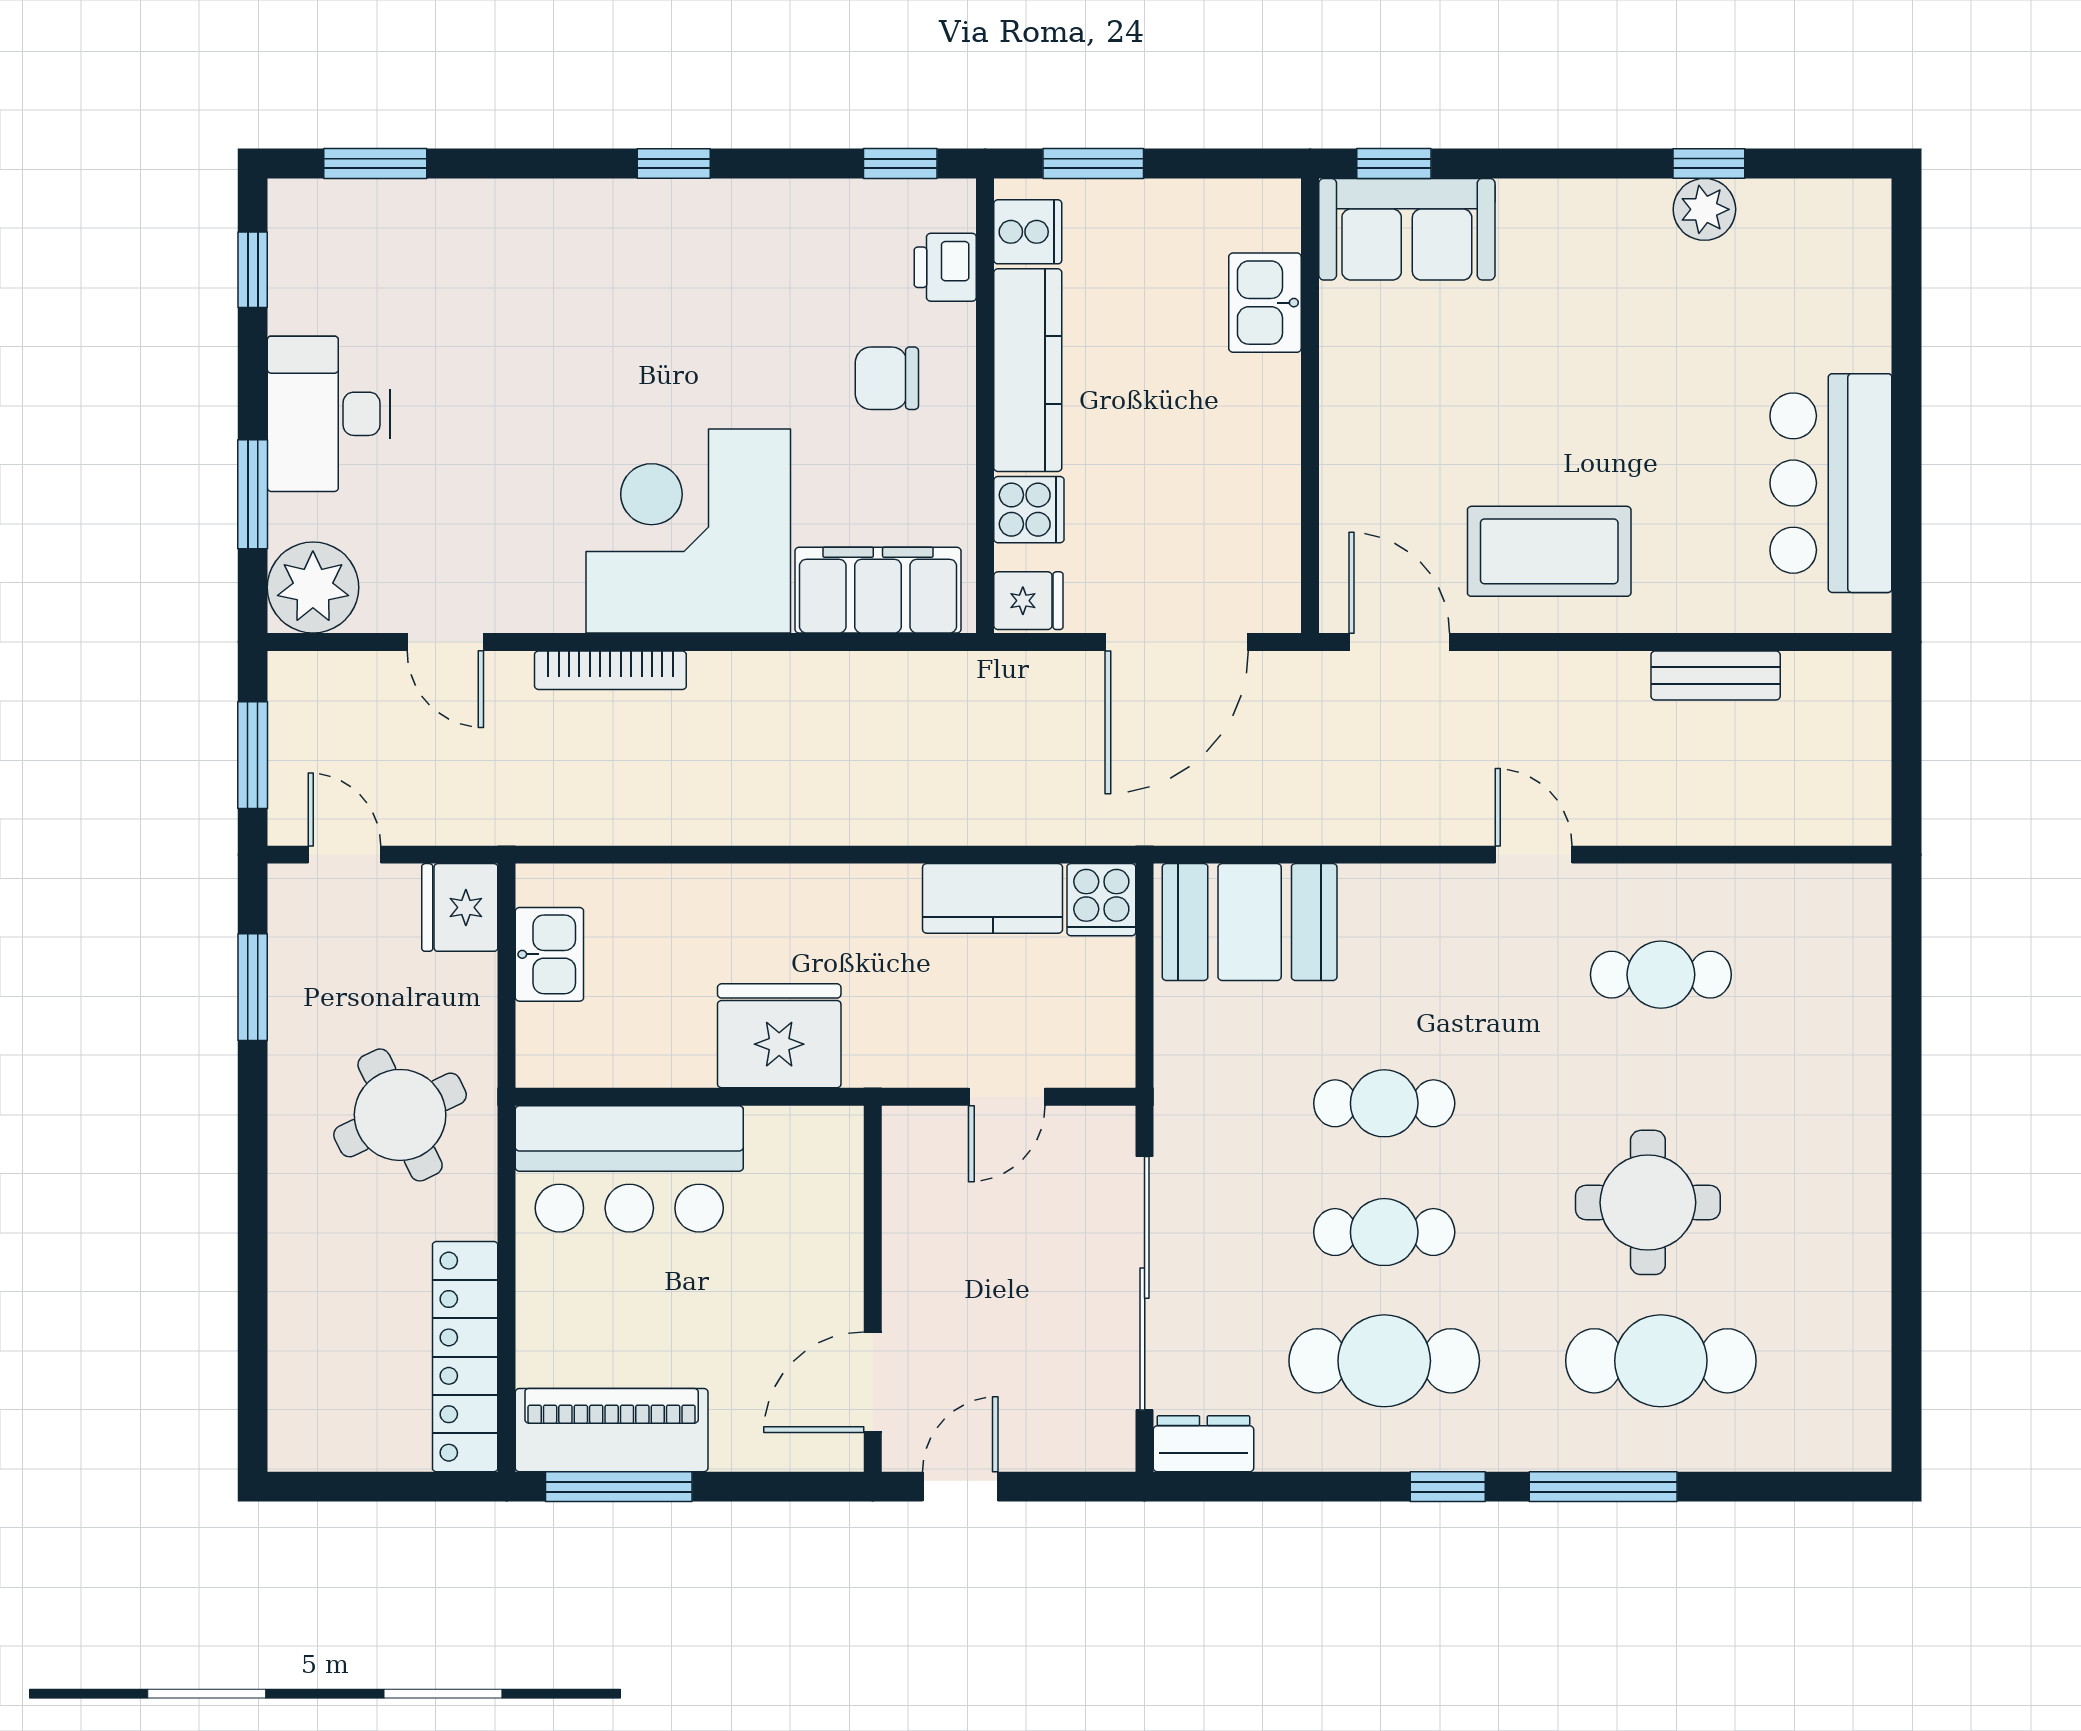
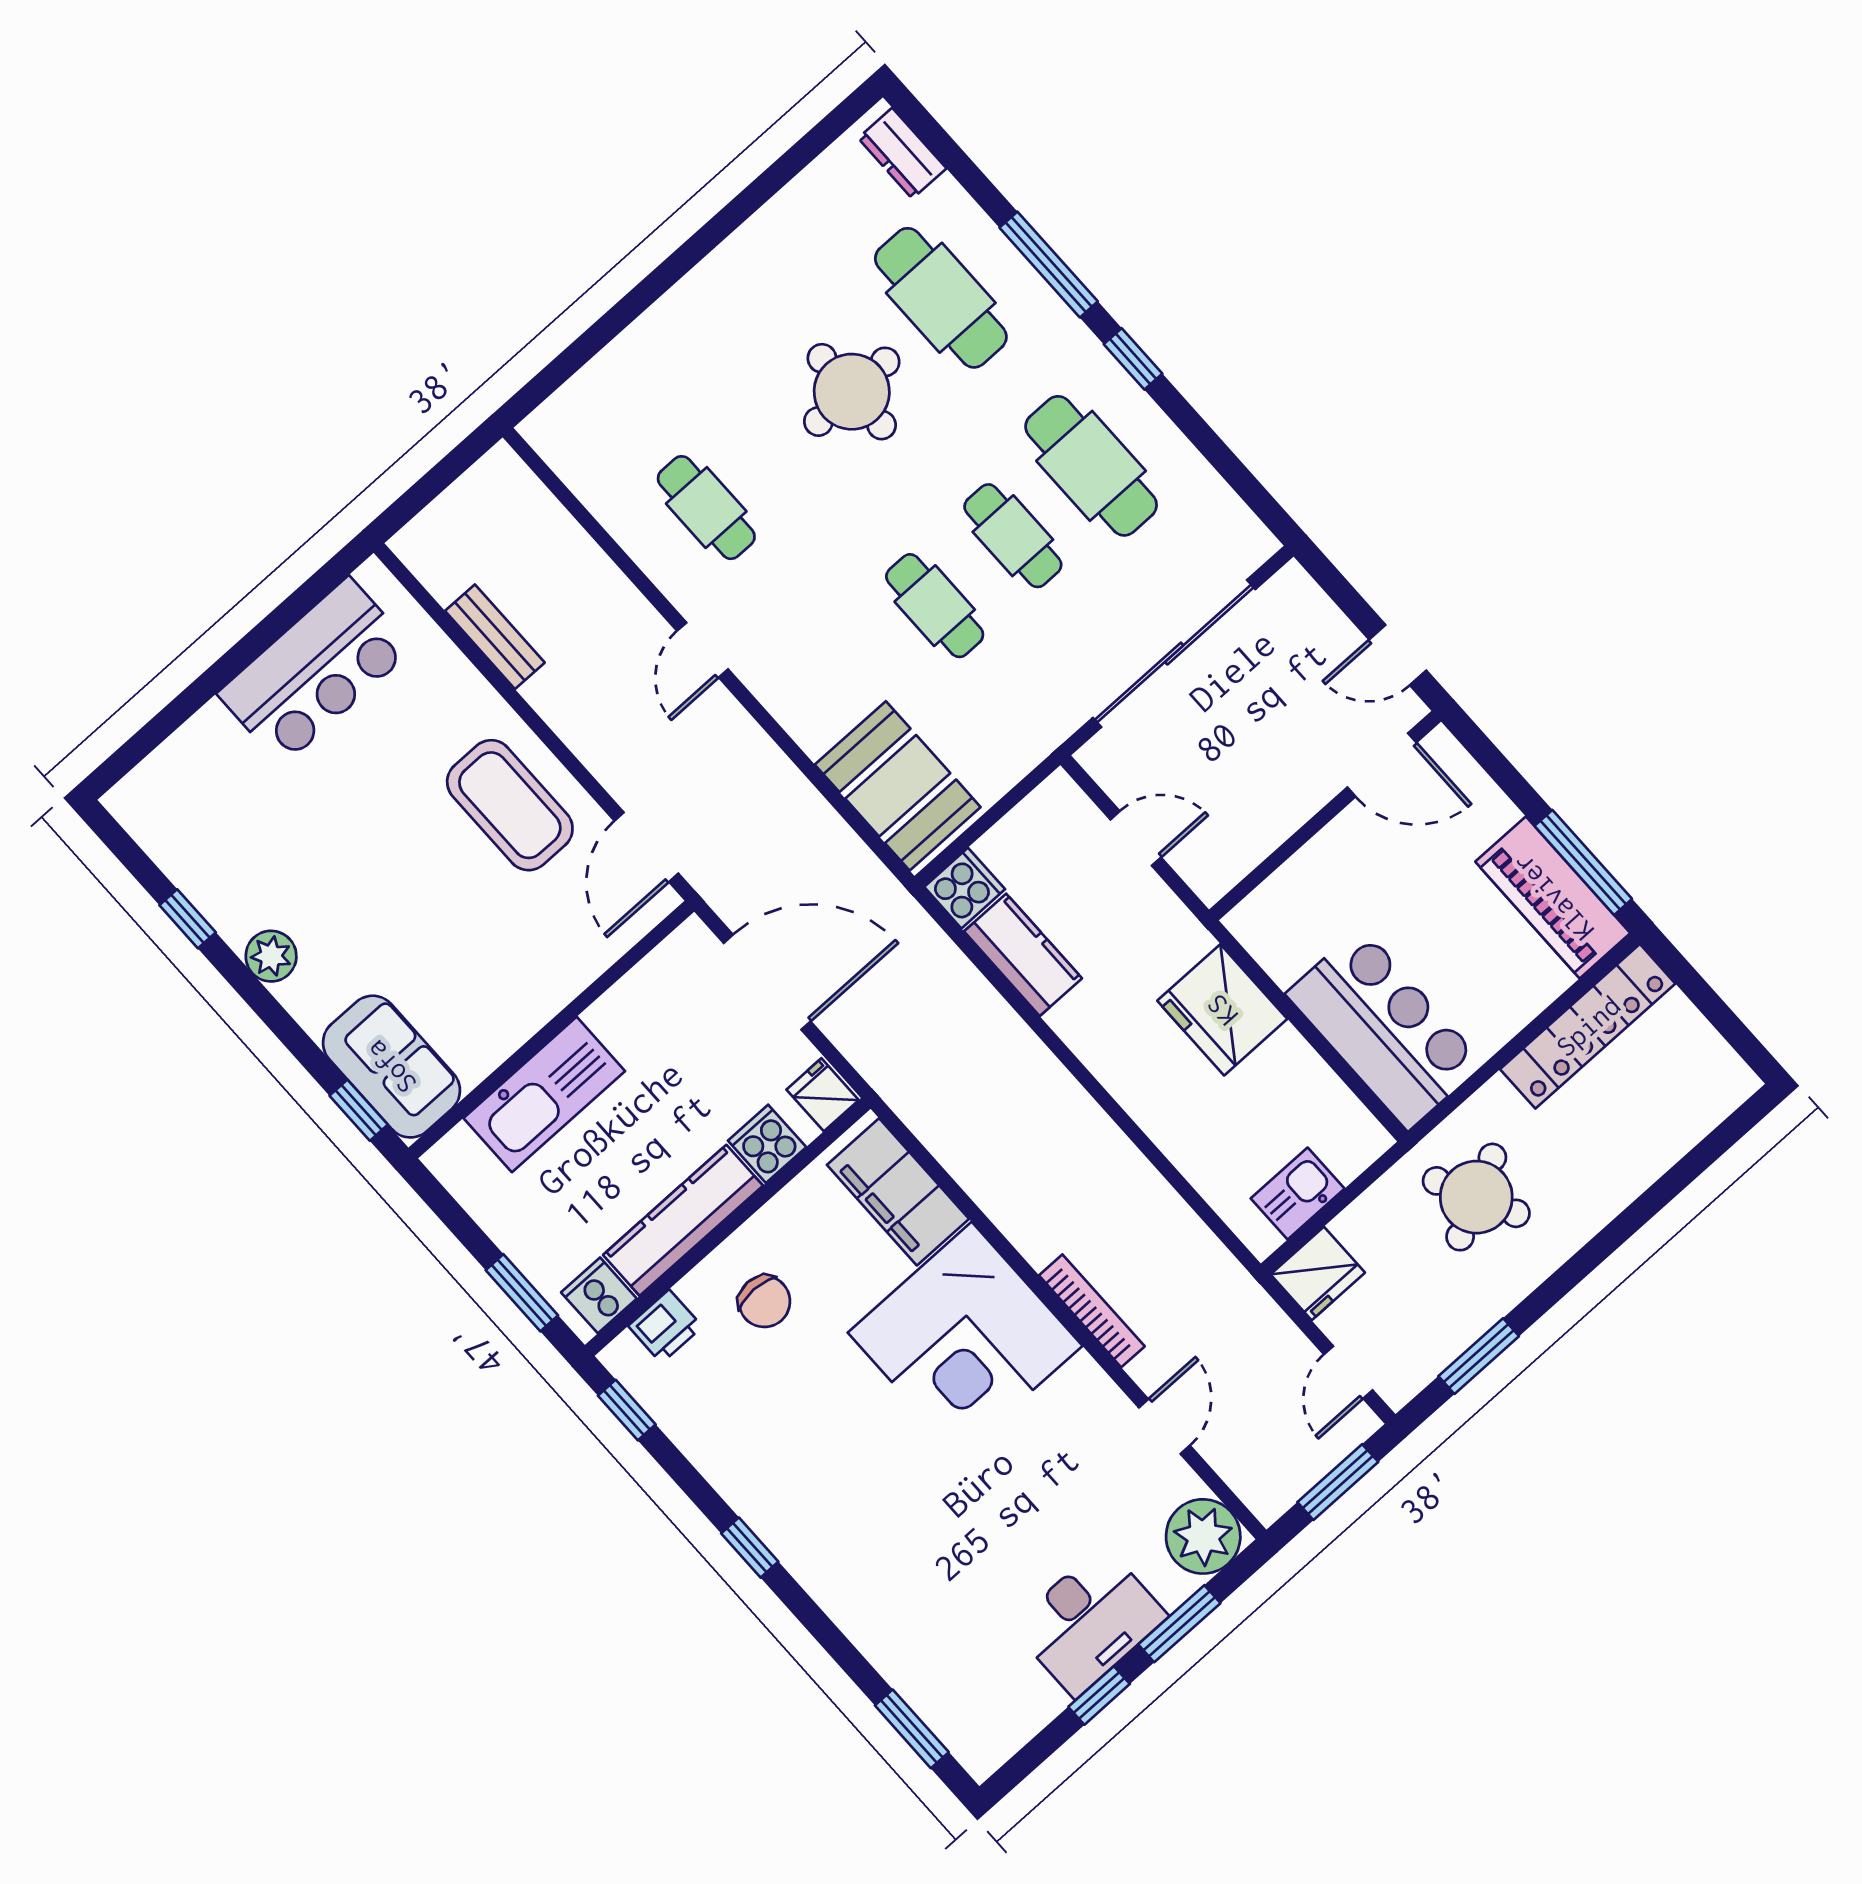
plant: (1704, 209) -> (271, 956), moved
window: (253, 270) -> (1099, 1695), moved
kitchen sink: (1265, 303) -> (544, 1095), width x1.87, depth x1.24
dresser: (1203, 1444) -> (902, 153), moved

